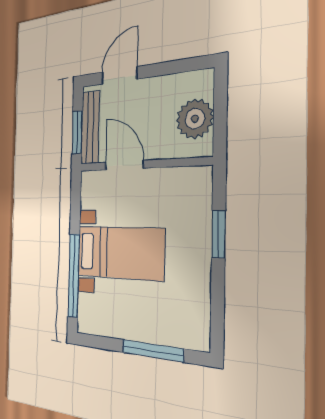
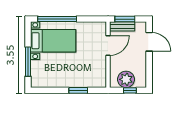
window: (220, 107) -> (130, 90), added
bench: (90, 127) -> (122, 26), width x0.73
bed with nightstands: (120, 253) -> (53, 41), moved, turned -90

